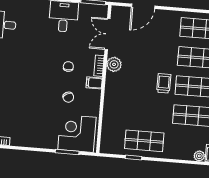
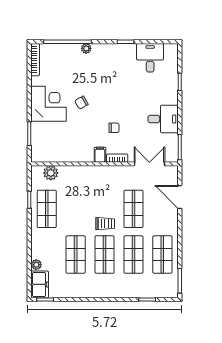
shop shelf: (151, 54) -> (133, 209), added
plant: (114, 64) -> (51, 173), moved
chair: (68, 97) -> (81, 103), moved
corner desk: (77, 133) -> (49, 104), moved

